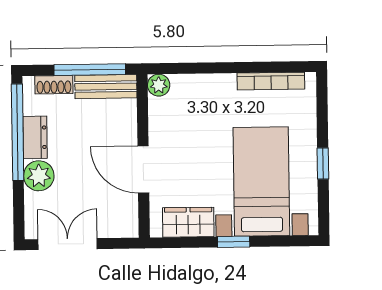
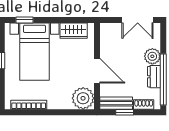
window: (90, 70) -> (125, 112), width x0.46
plant: (159, 85) -> (83, 98), width x1.87, depth x1.87
door: (143, 170) -> (97, 71), moved
window: (234, 242) -> (24, 20), moved

